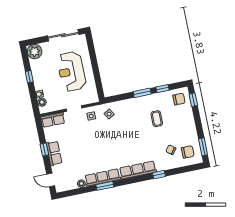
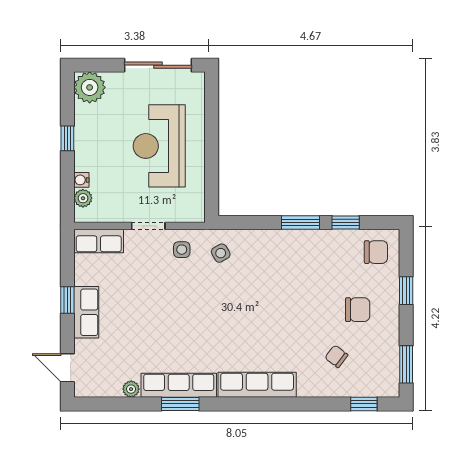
window: (193, 100) -> (406, 291), moved
coffee table: (157, 119) -> (320, 284), removed
chair: (188, 152) -> (358, 310), moved
window: (159, 175) -> (364, 404), moved

